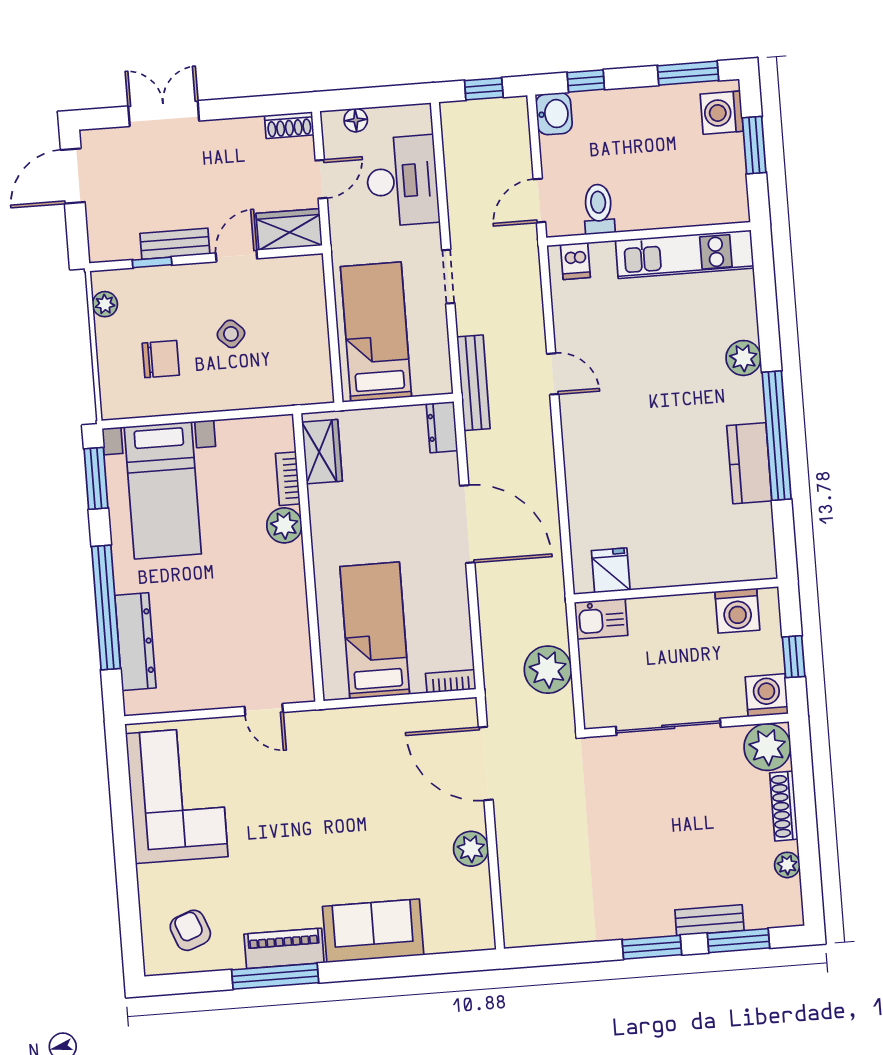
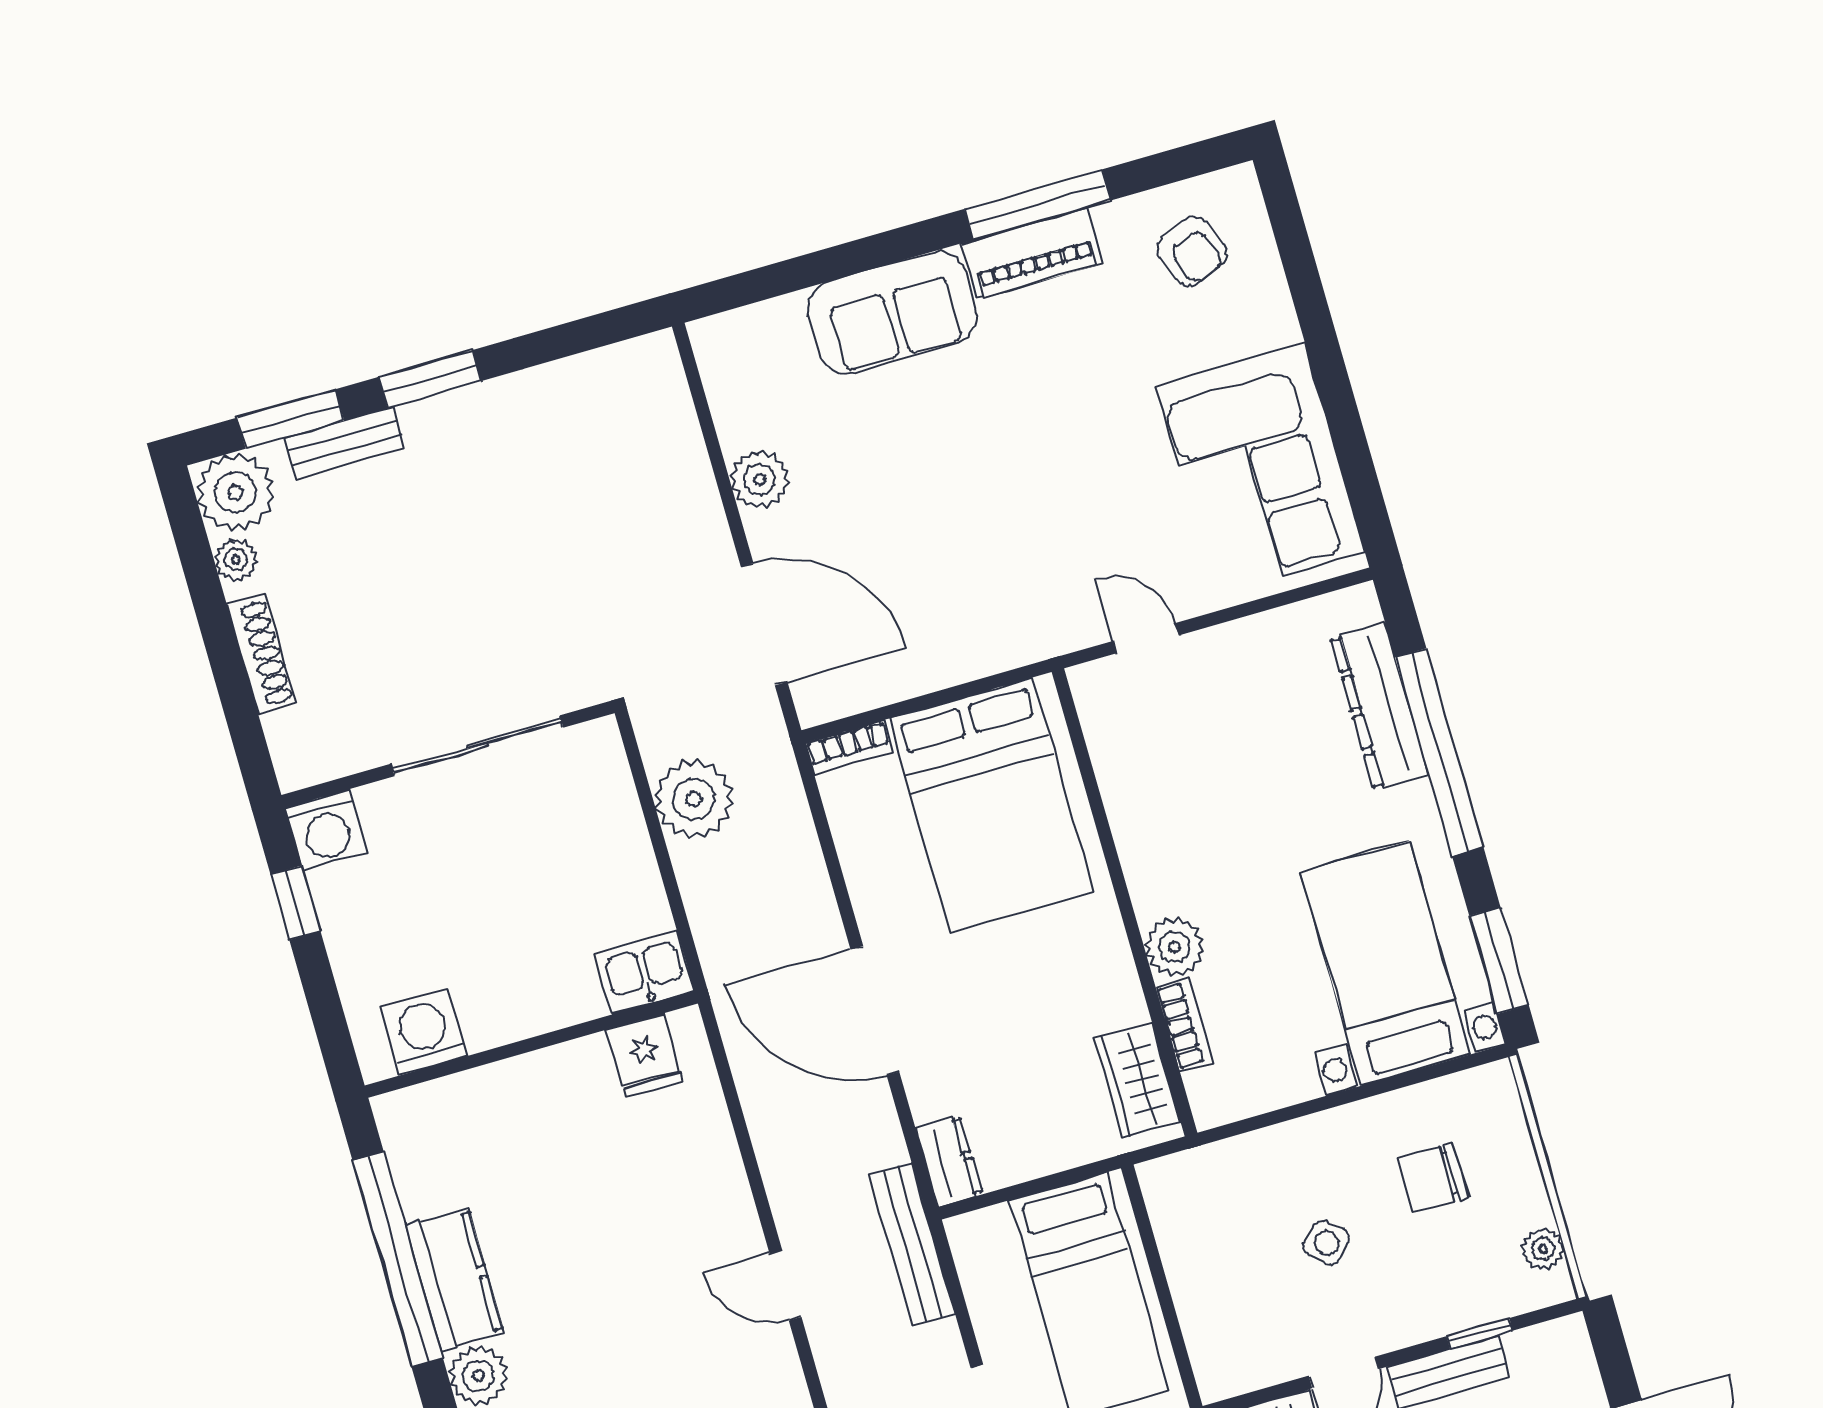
kitchen counter: (749, 463) -> (454, 1279), moved
fridge: (611, 570) -> (645, 1055), moved
wall: (676, 590) -> (531, 1044), moved
washing machine: (737, 611) -> (424, 1032), moved
kitchen sink: (601, 619) -> (645, 973), moved
bed: (375, 630) -> (991, 805), width x1.50
plant: (767, 747) -> (235, 492), moved

